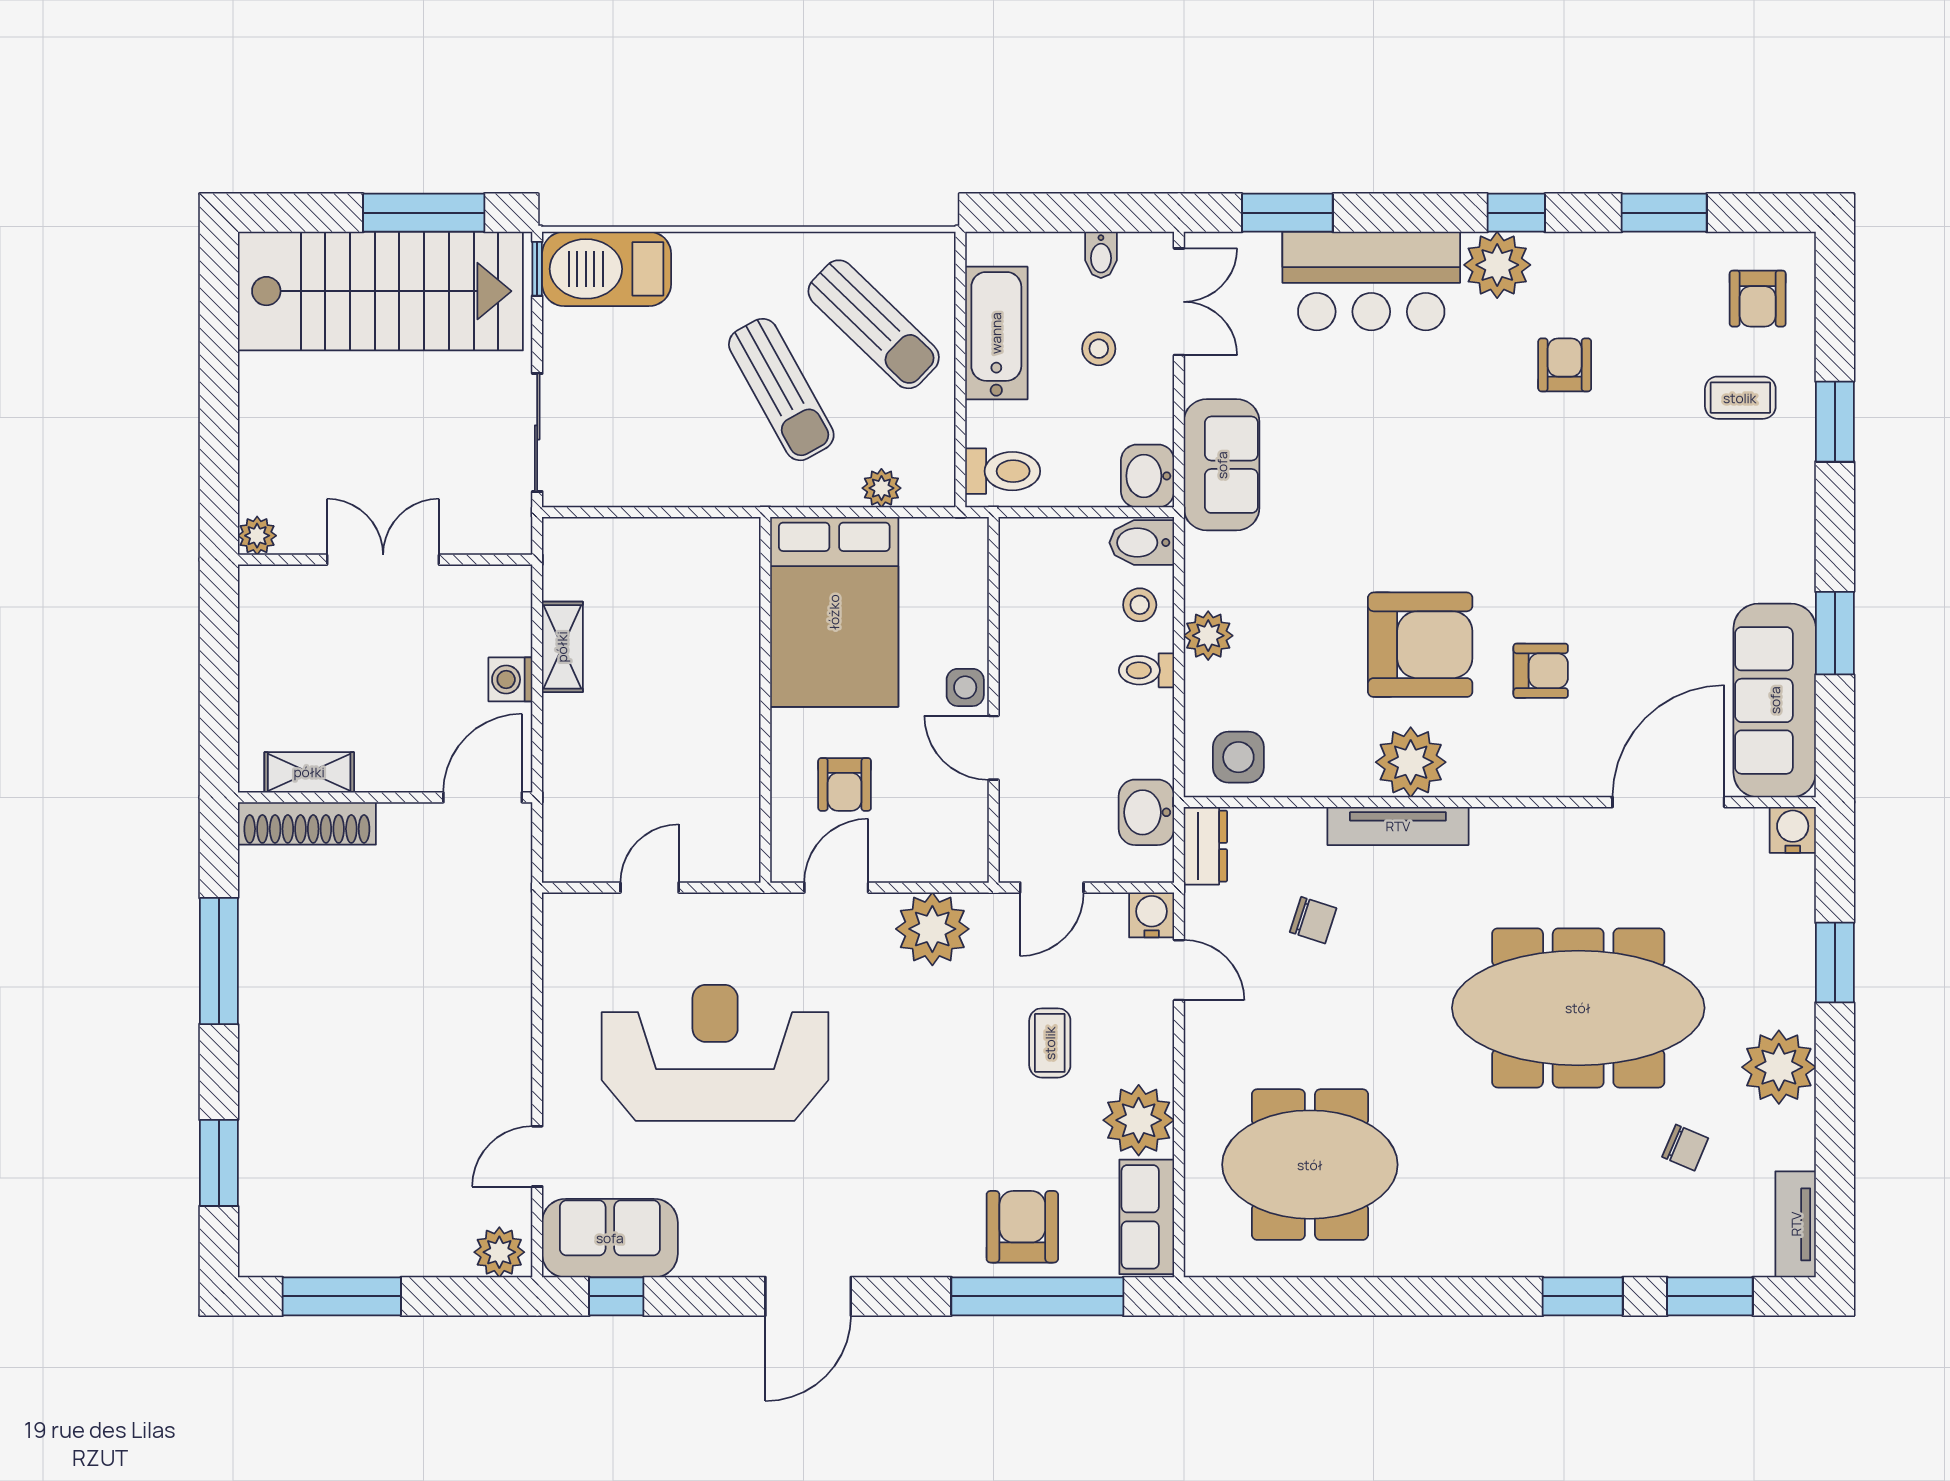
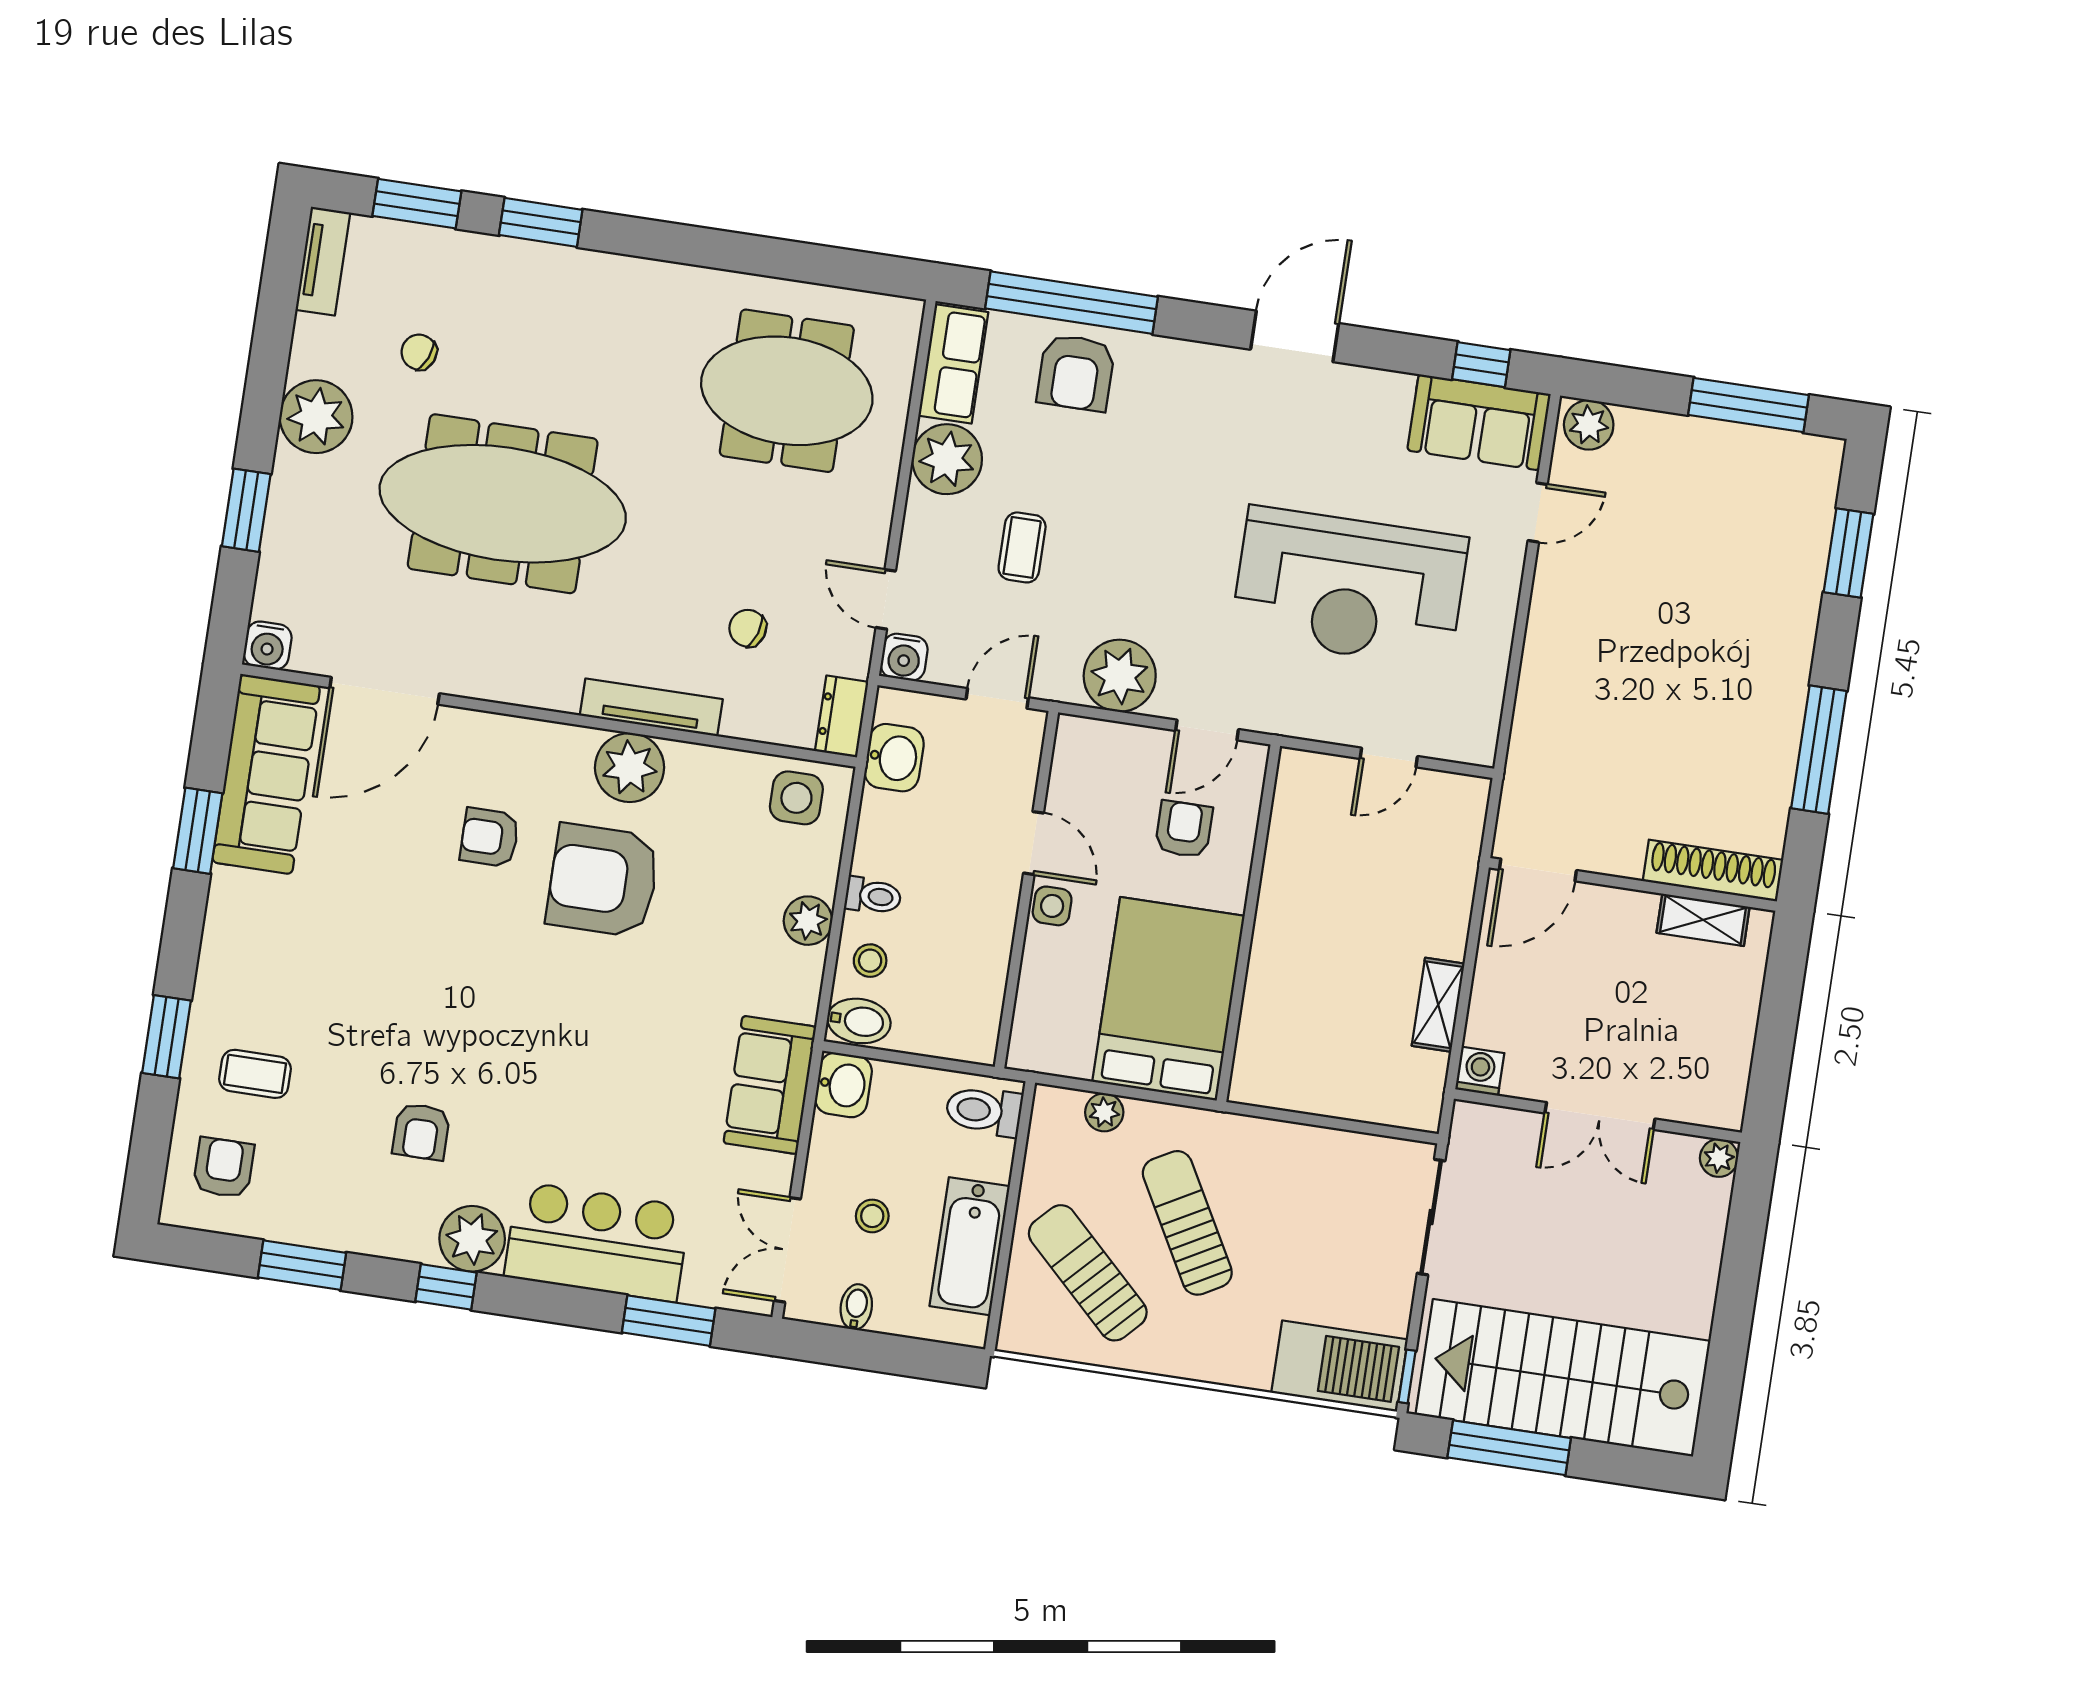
washing machine: (510, 679) -> (1480, 1071), moved, turned -90

